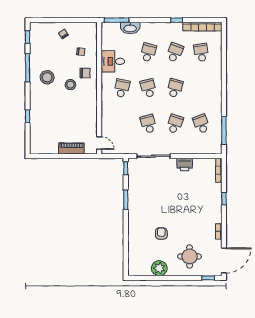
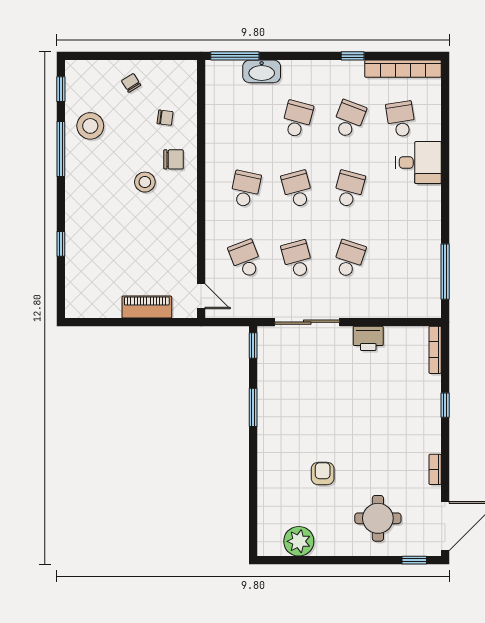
desk: (113, 61) -> (418, 163), moved, turned 180
stool: (47, 77) -> (90, 126), moved
school desk: (201, 124) -> (245, 259), moved
plant: (159, 268) -> (299, 541), moved

